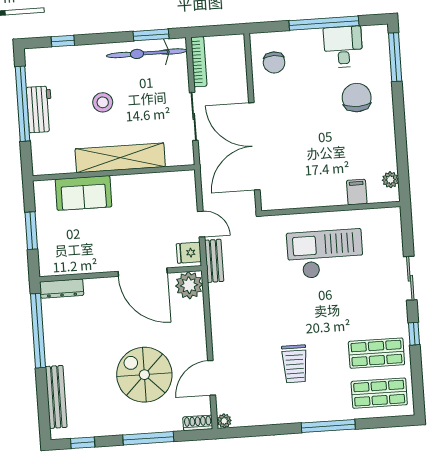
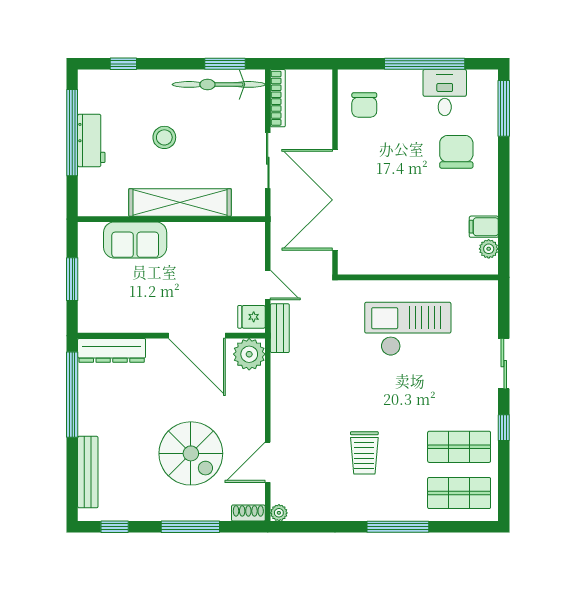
filing cabinet: (357, 192) -> (484, 227), moved, turned -90
dresser: (62, 289) -> (112, 350), width x1.37, depth x1.24
spiral stairs: (144, 375) -> (191, 453), turned 180

